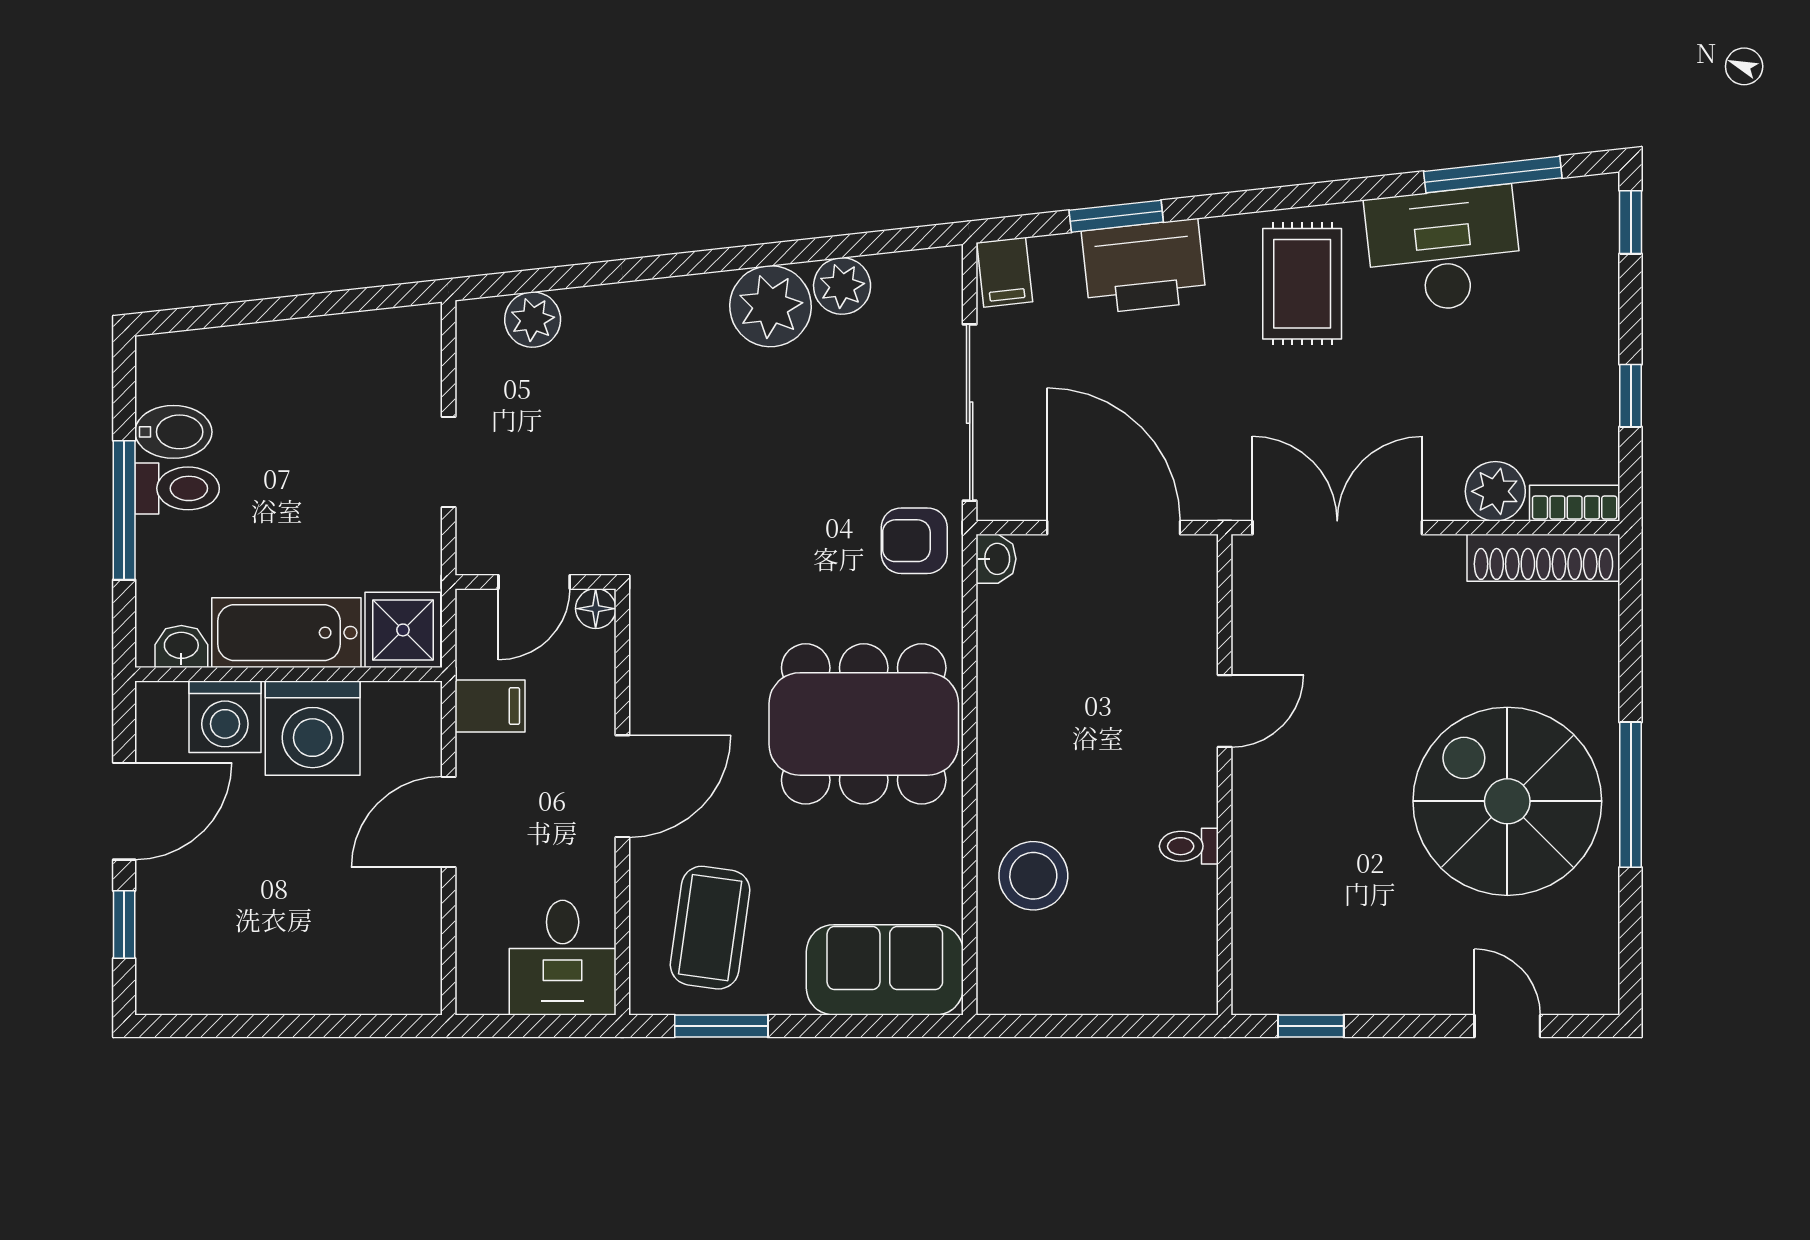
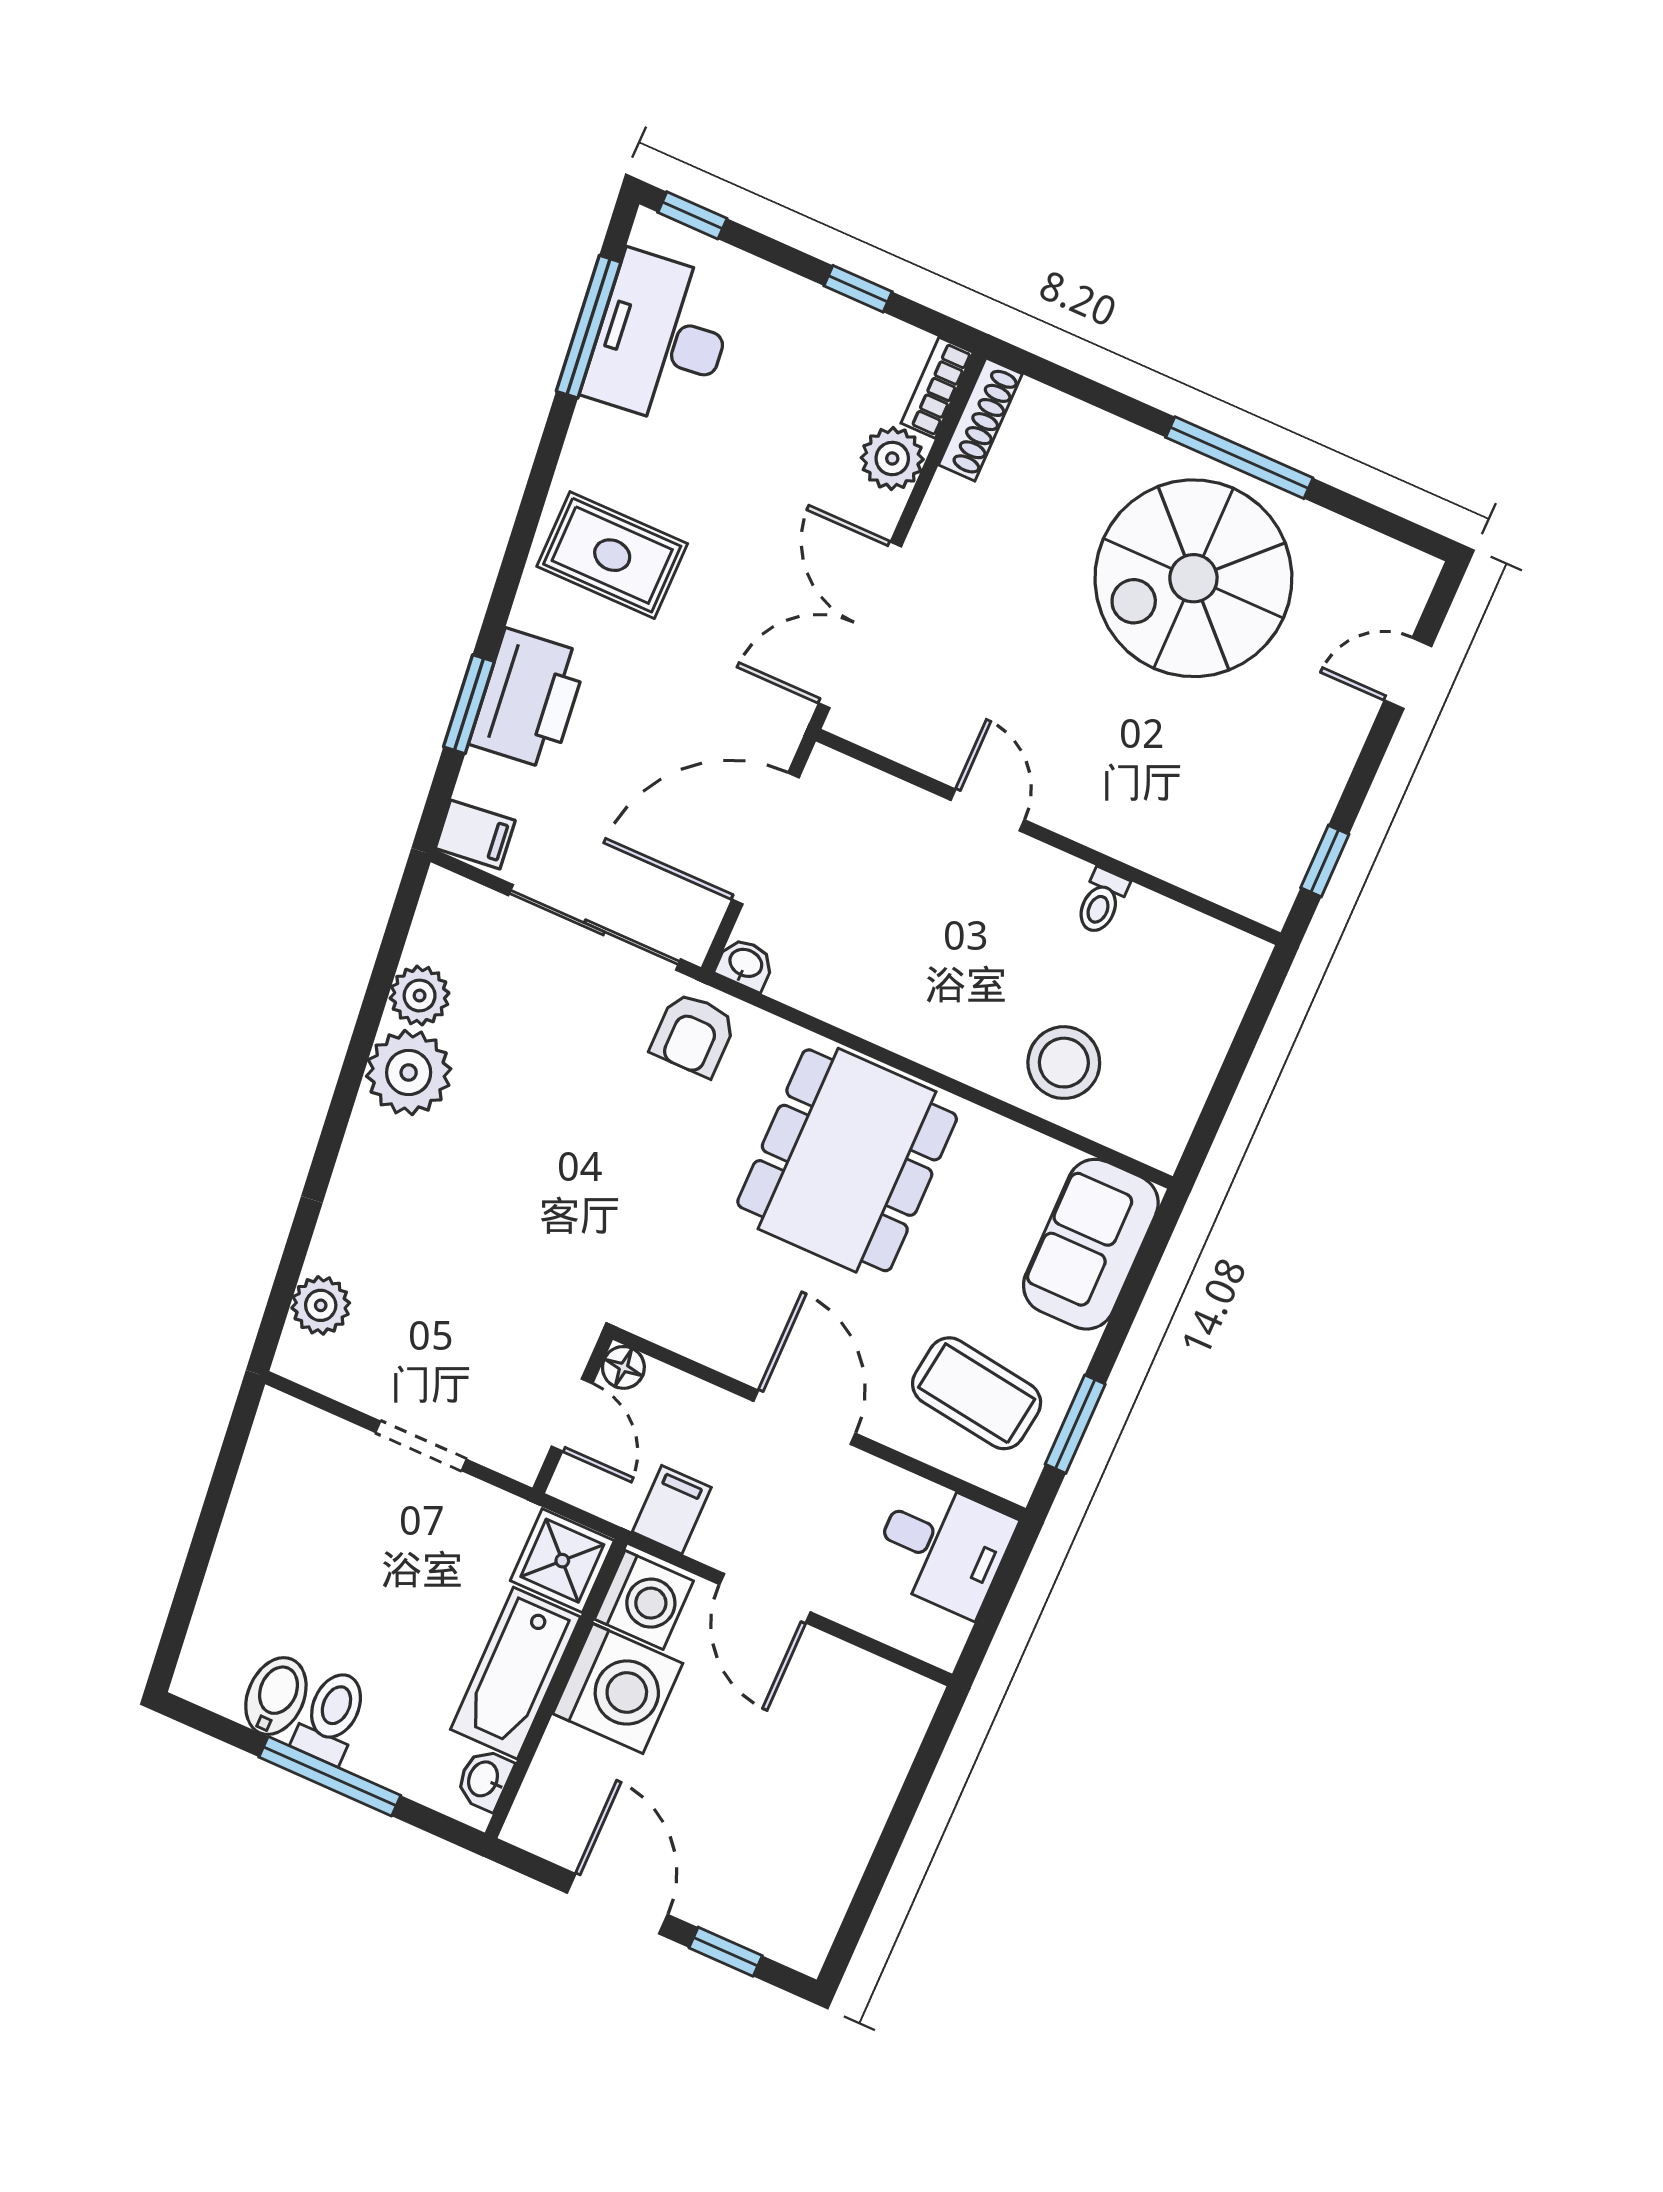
desk: (1444, 250) -> (661, 339), moved
shoe rack: (1543, 558) -> (980, 419), width x0.74, depth x0.81
washing machine: (225, 717) -> (644, 1600), moved

